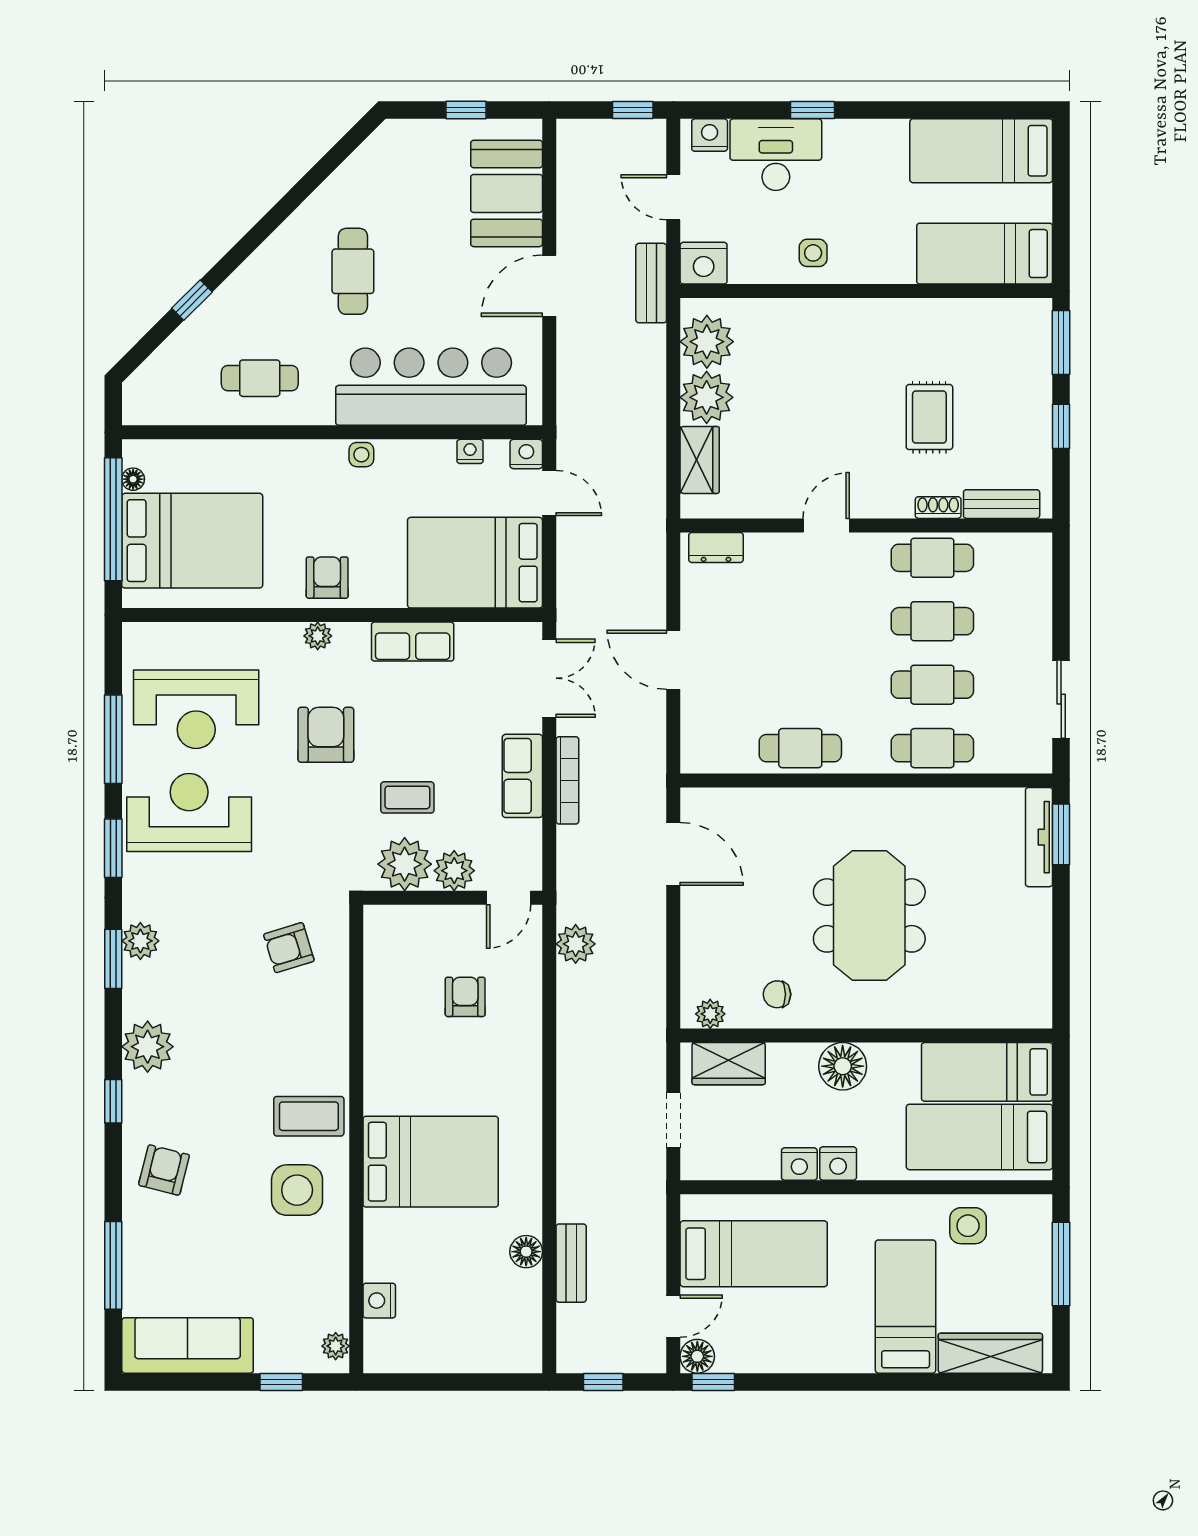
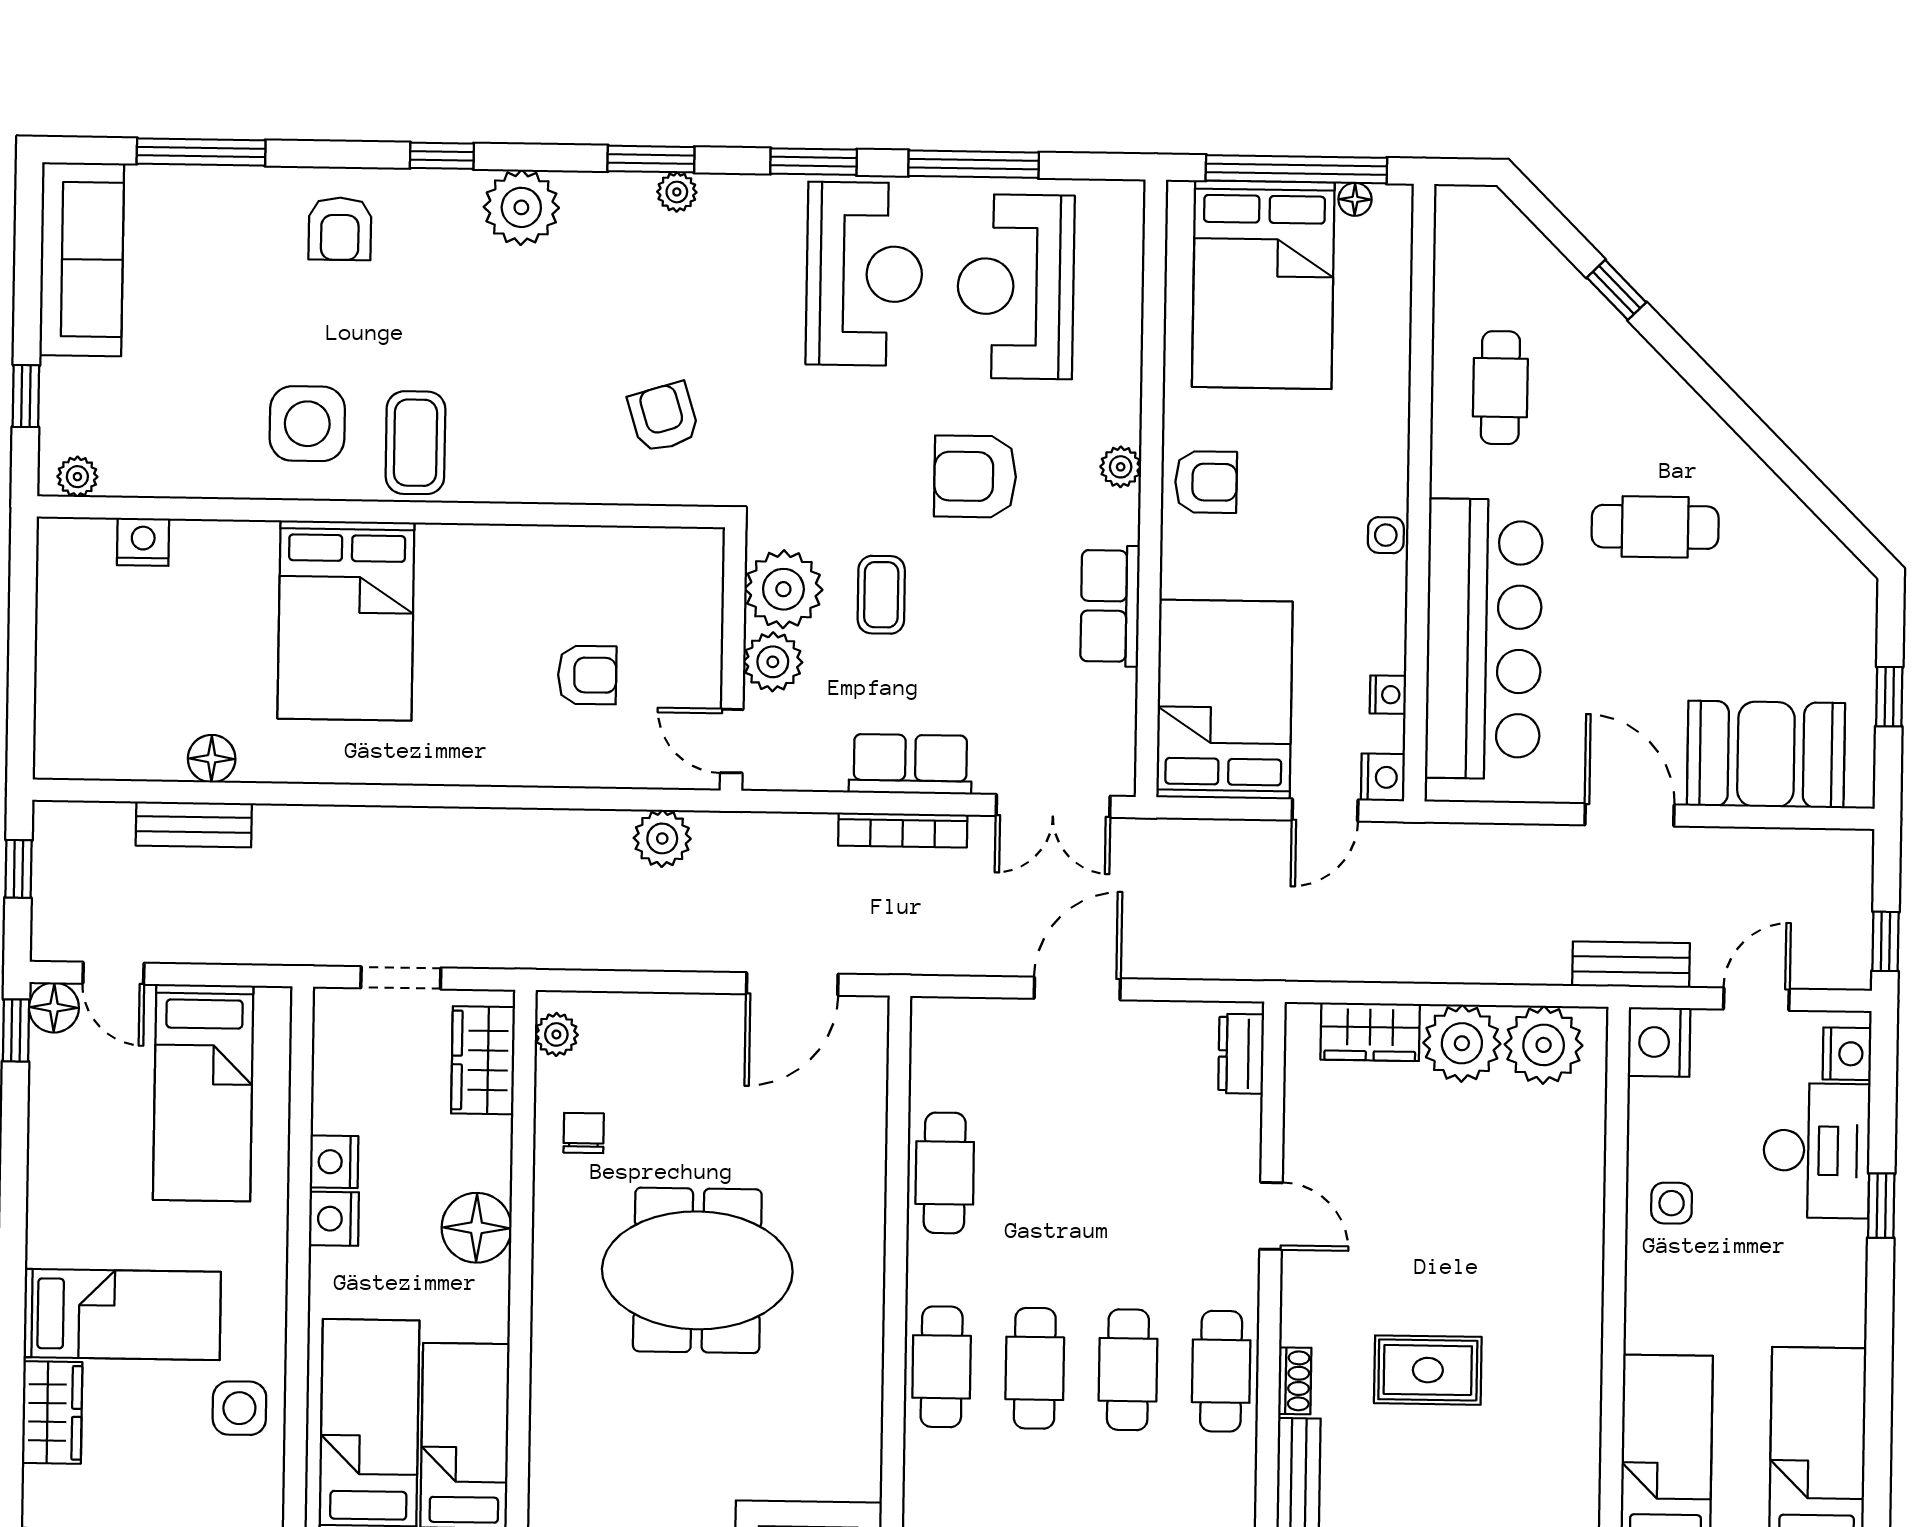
armchair: (326, 735) -> (975, 477), turned 180
plant: (140, 941) -> (677, 192), width x0.73, depth x0.73
armchair: (164, 1170) -> (340, 229), turned 76
wardrobe: (990, 1353) -> (52, 1412), width x0.67

